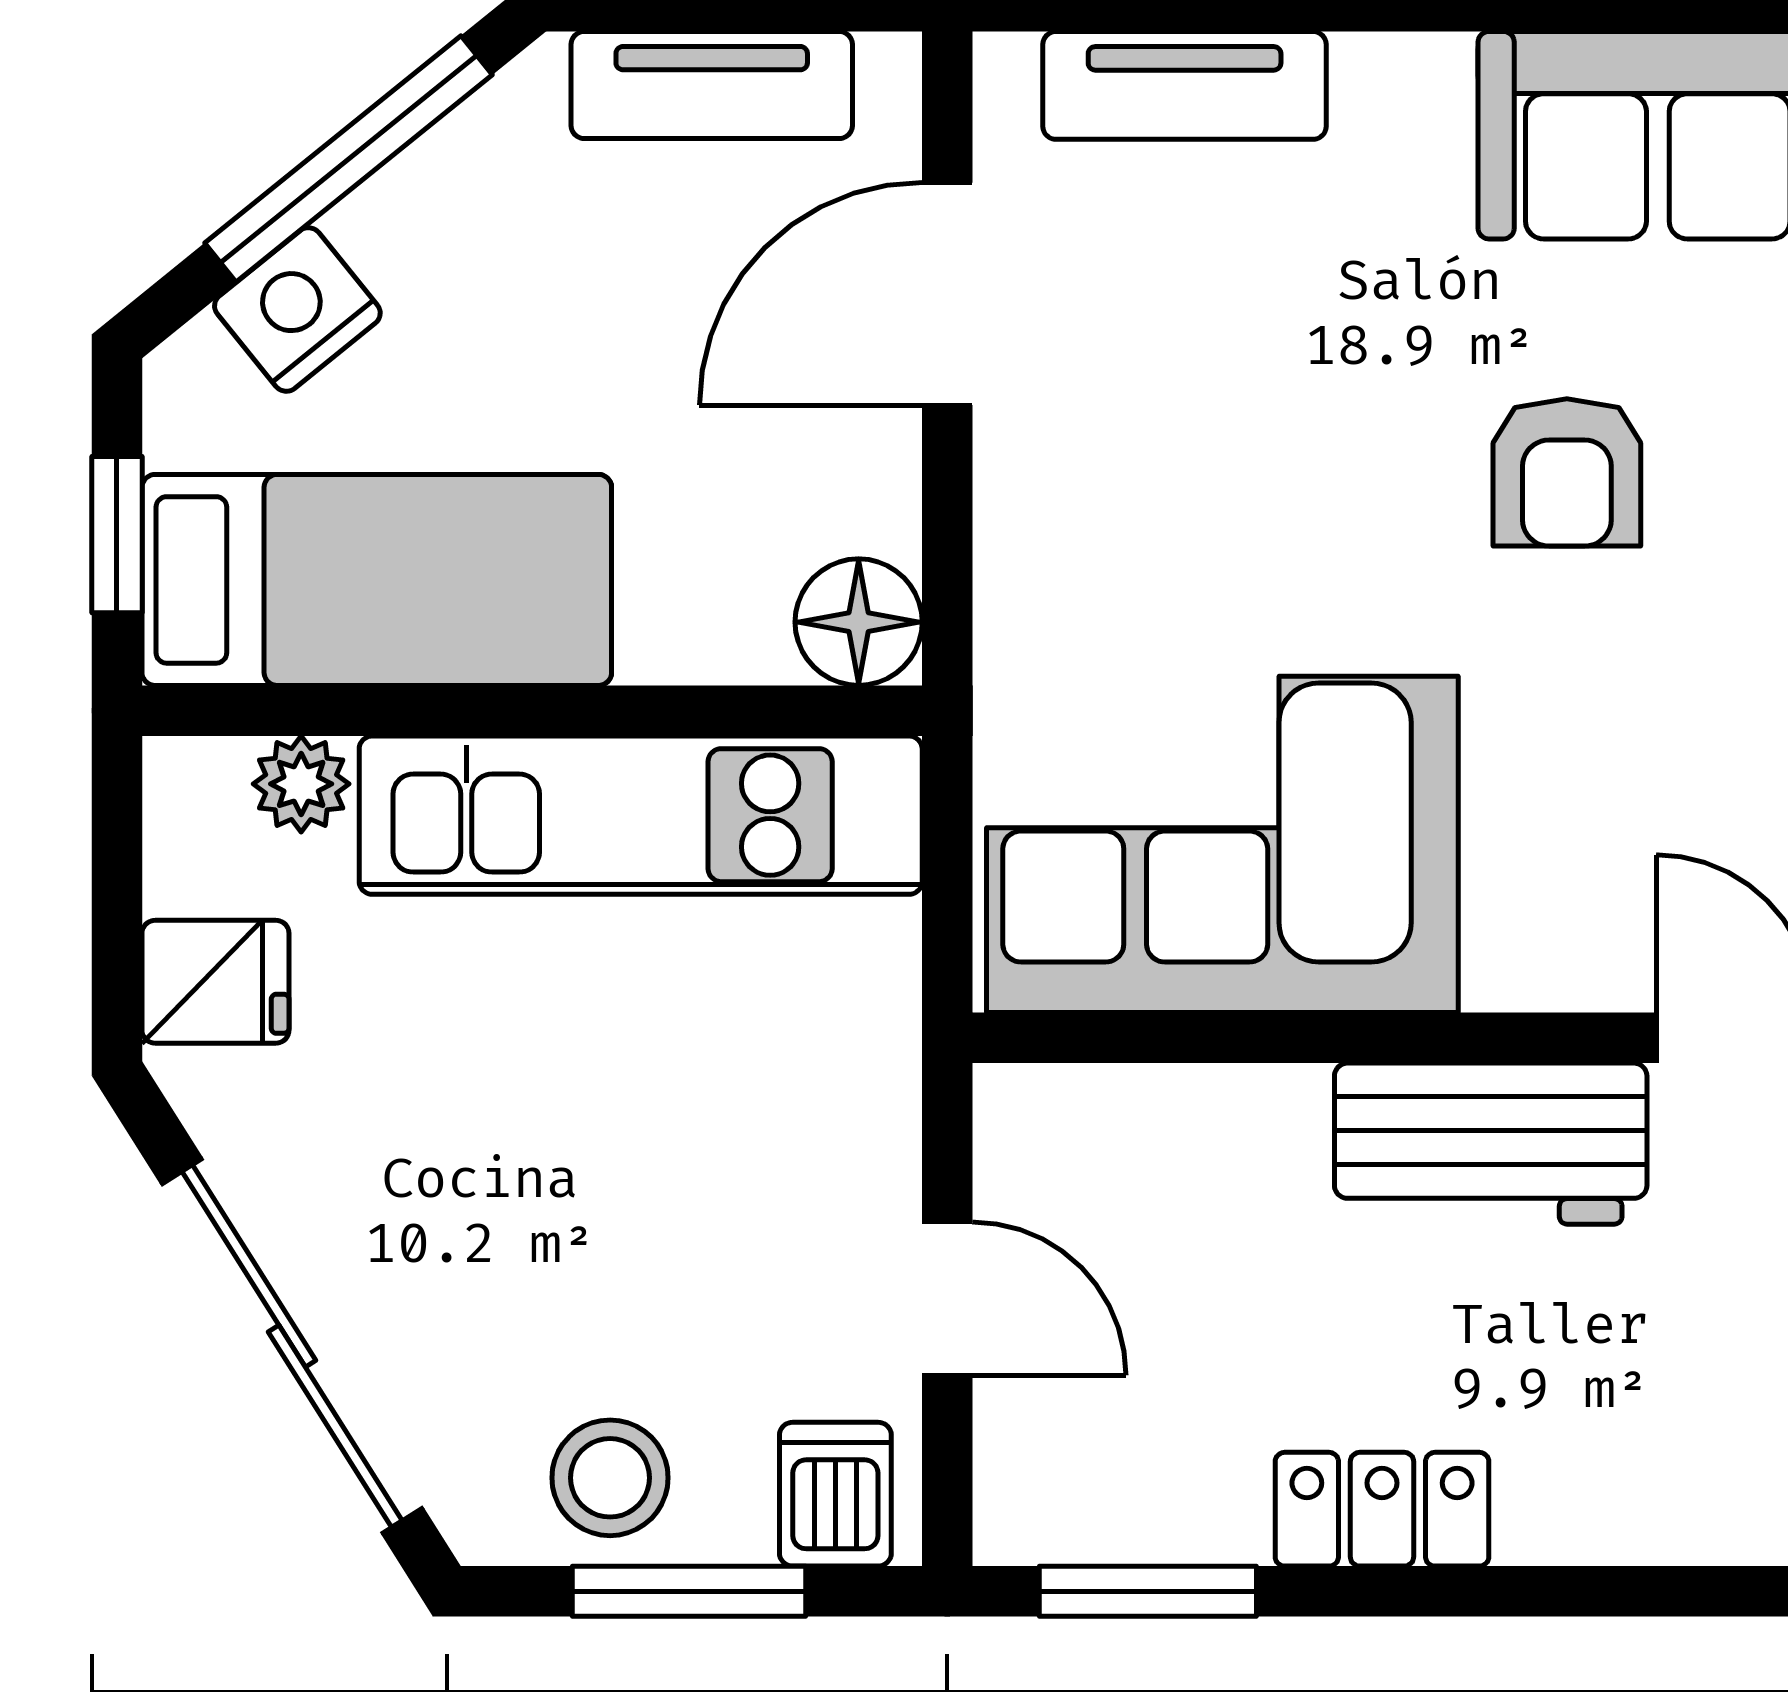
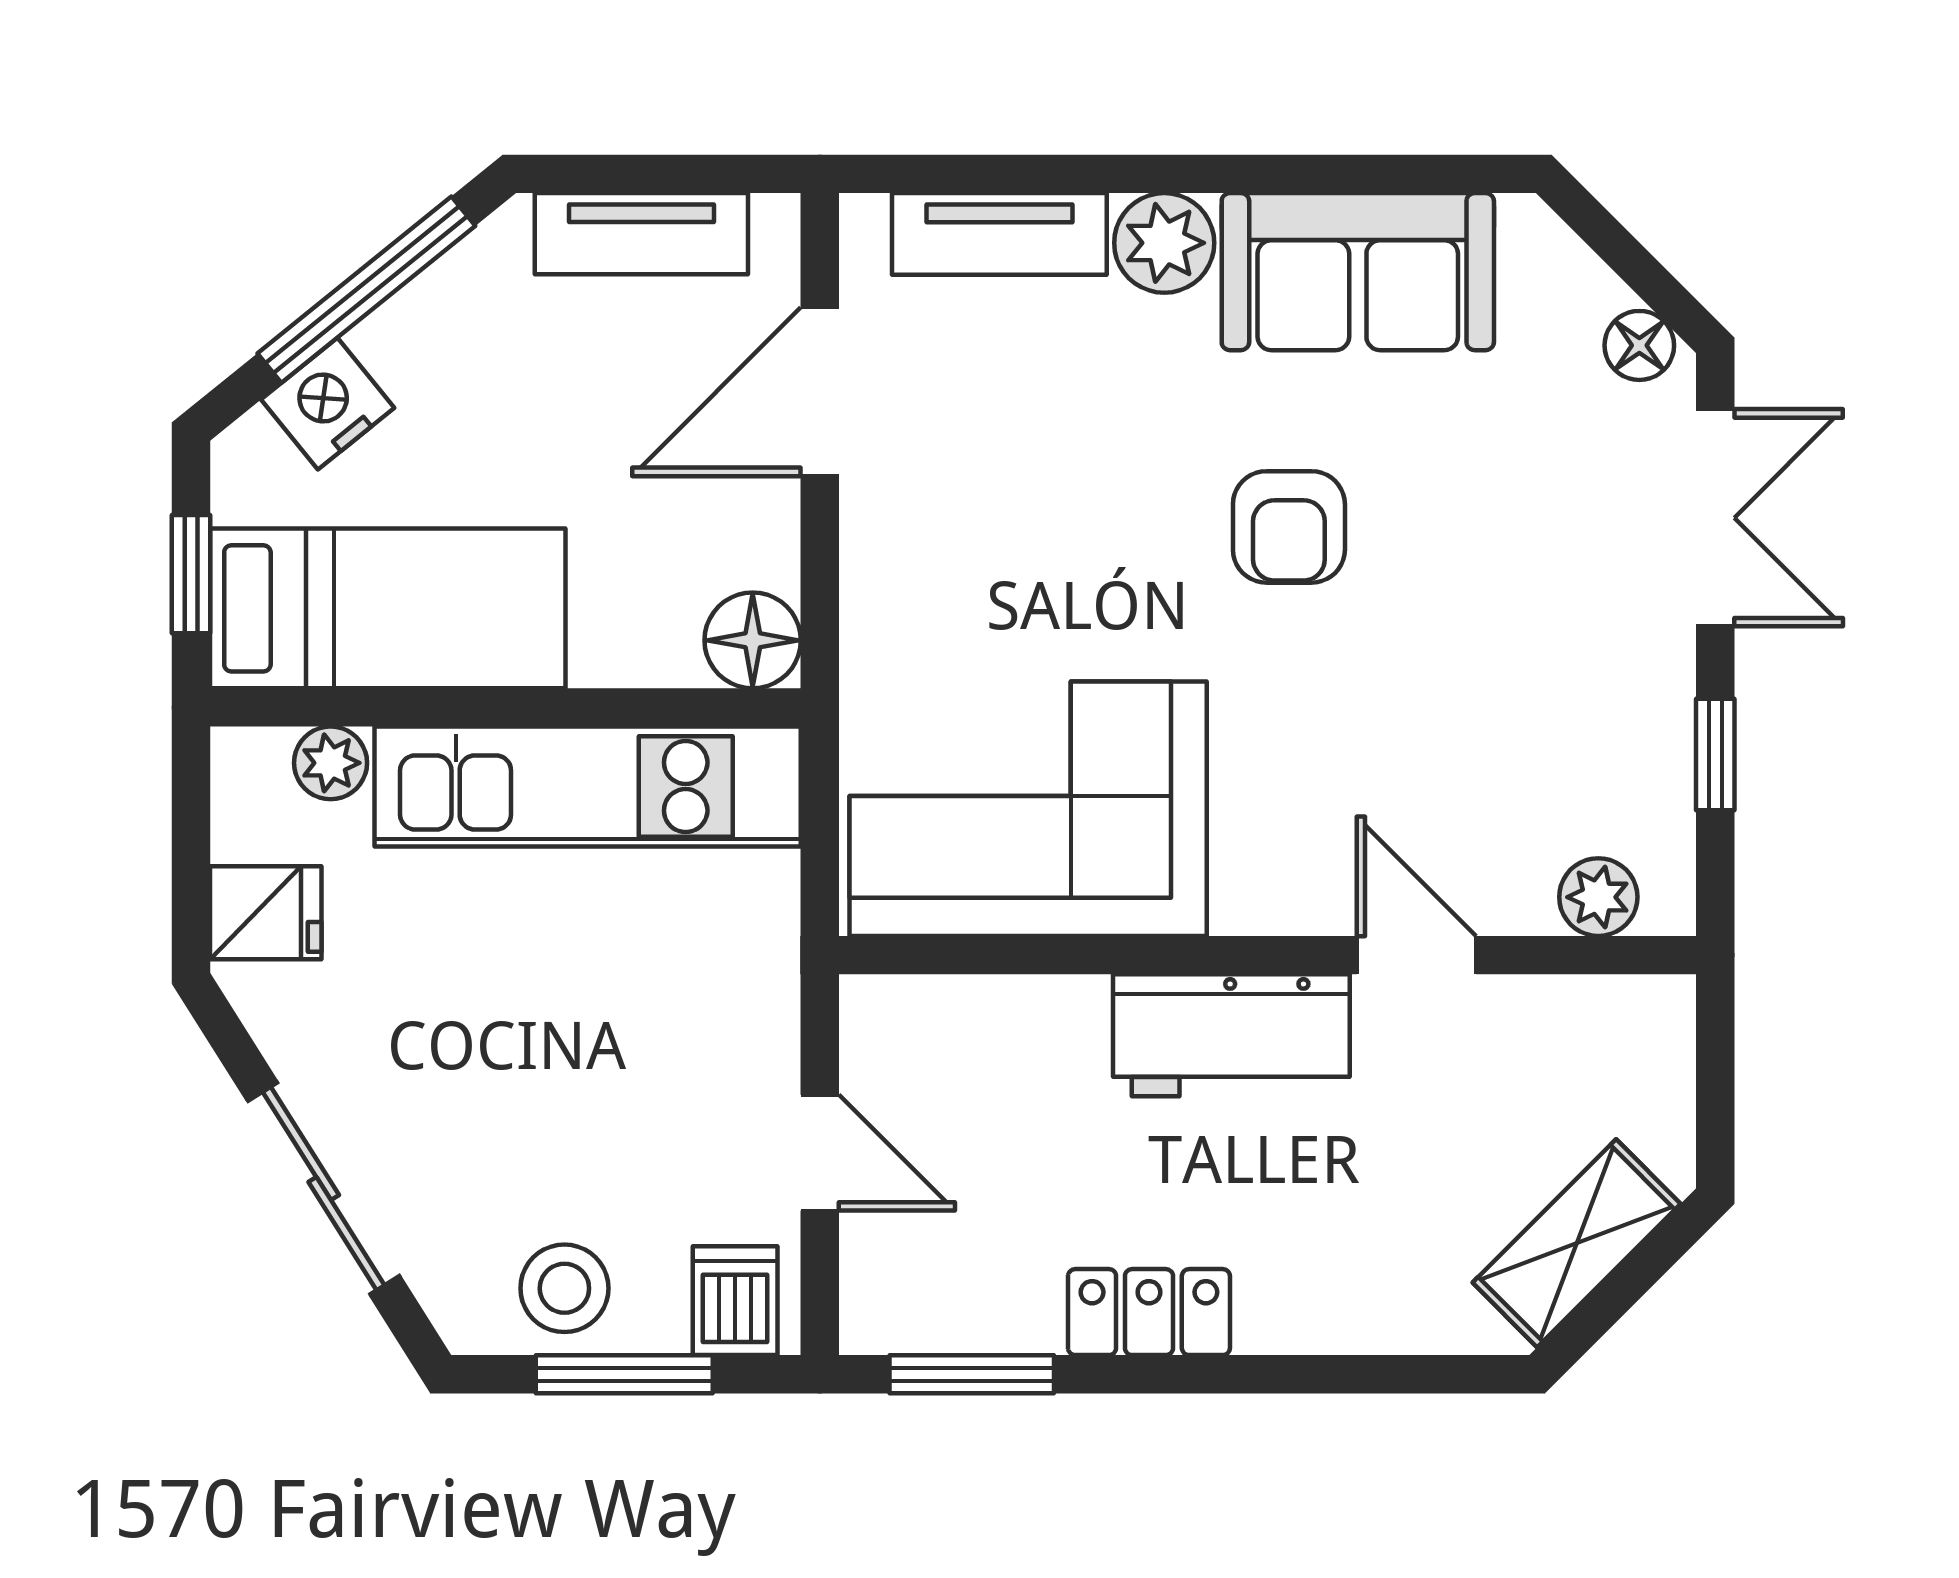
plant: (1402, 97) -> (1164, 243), added
sliding door: (292, 1346) -> (324, 1189), width x0.73

